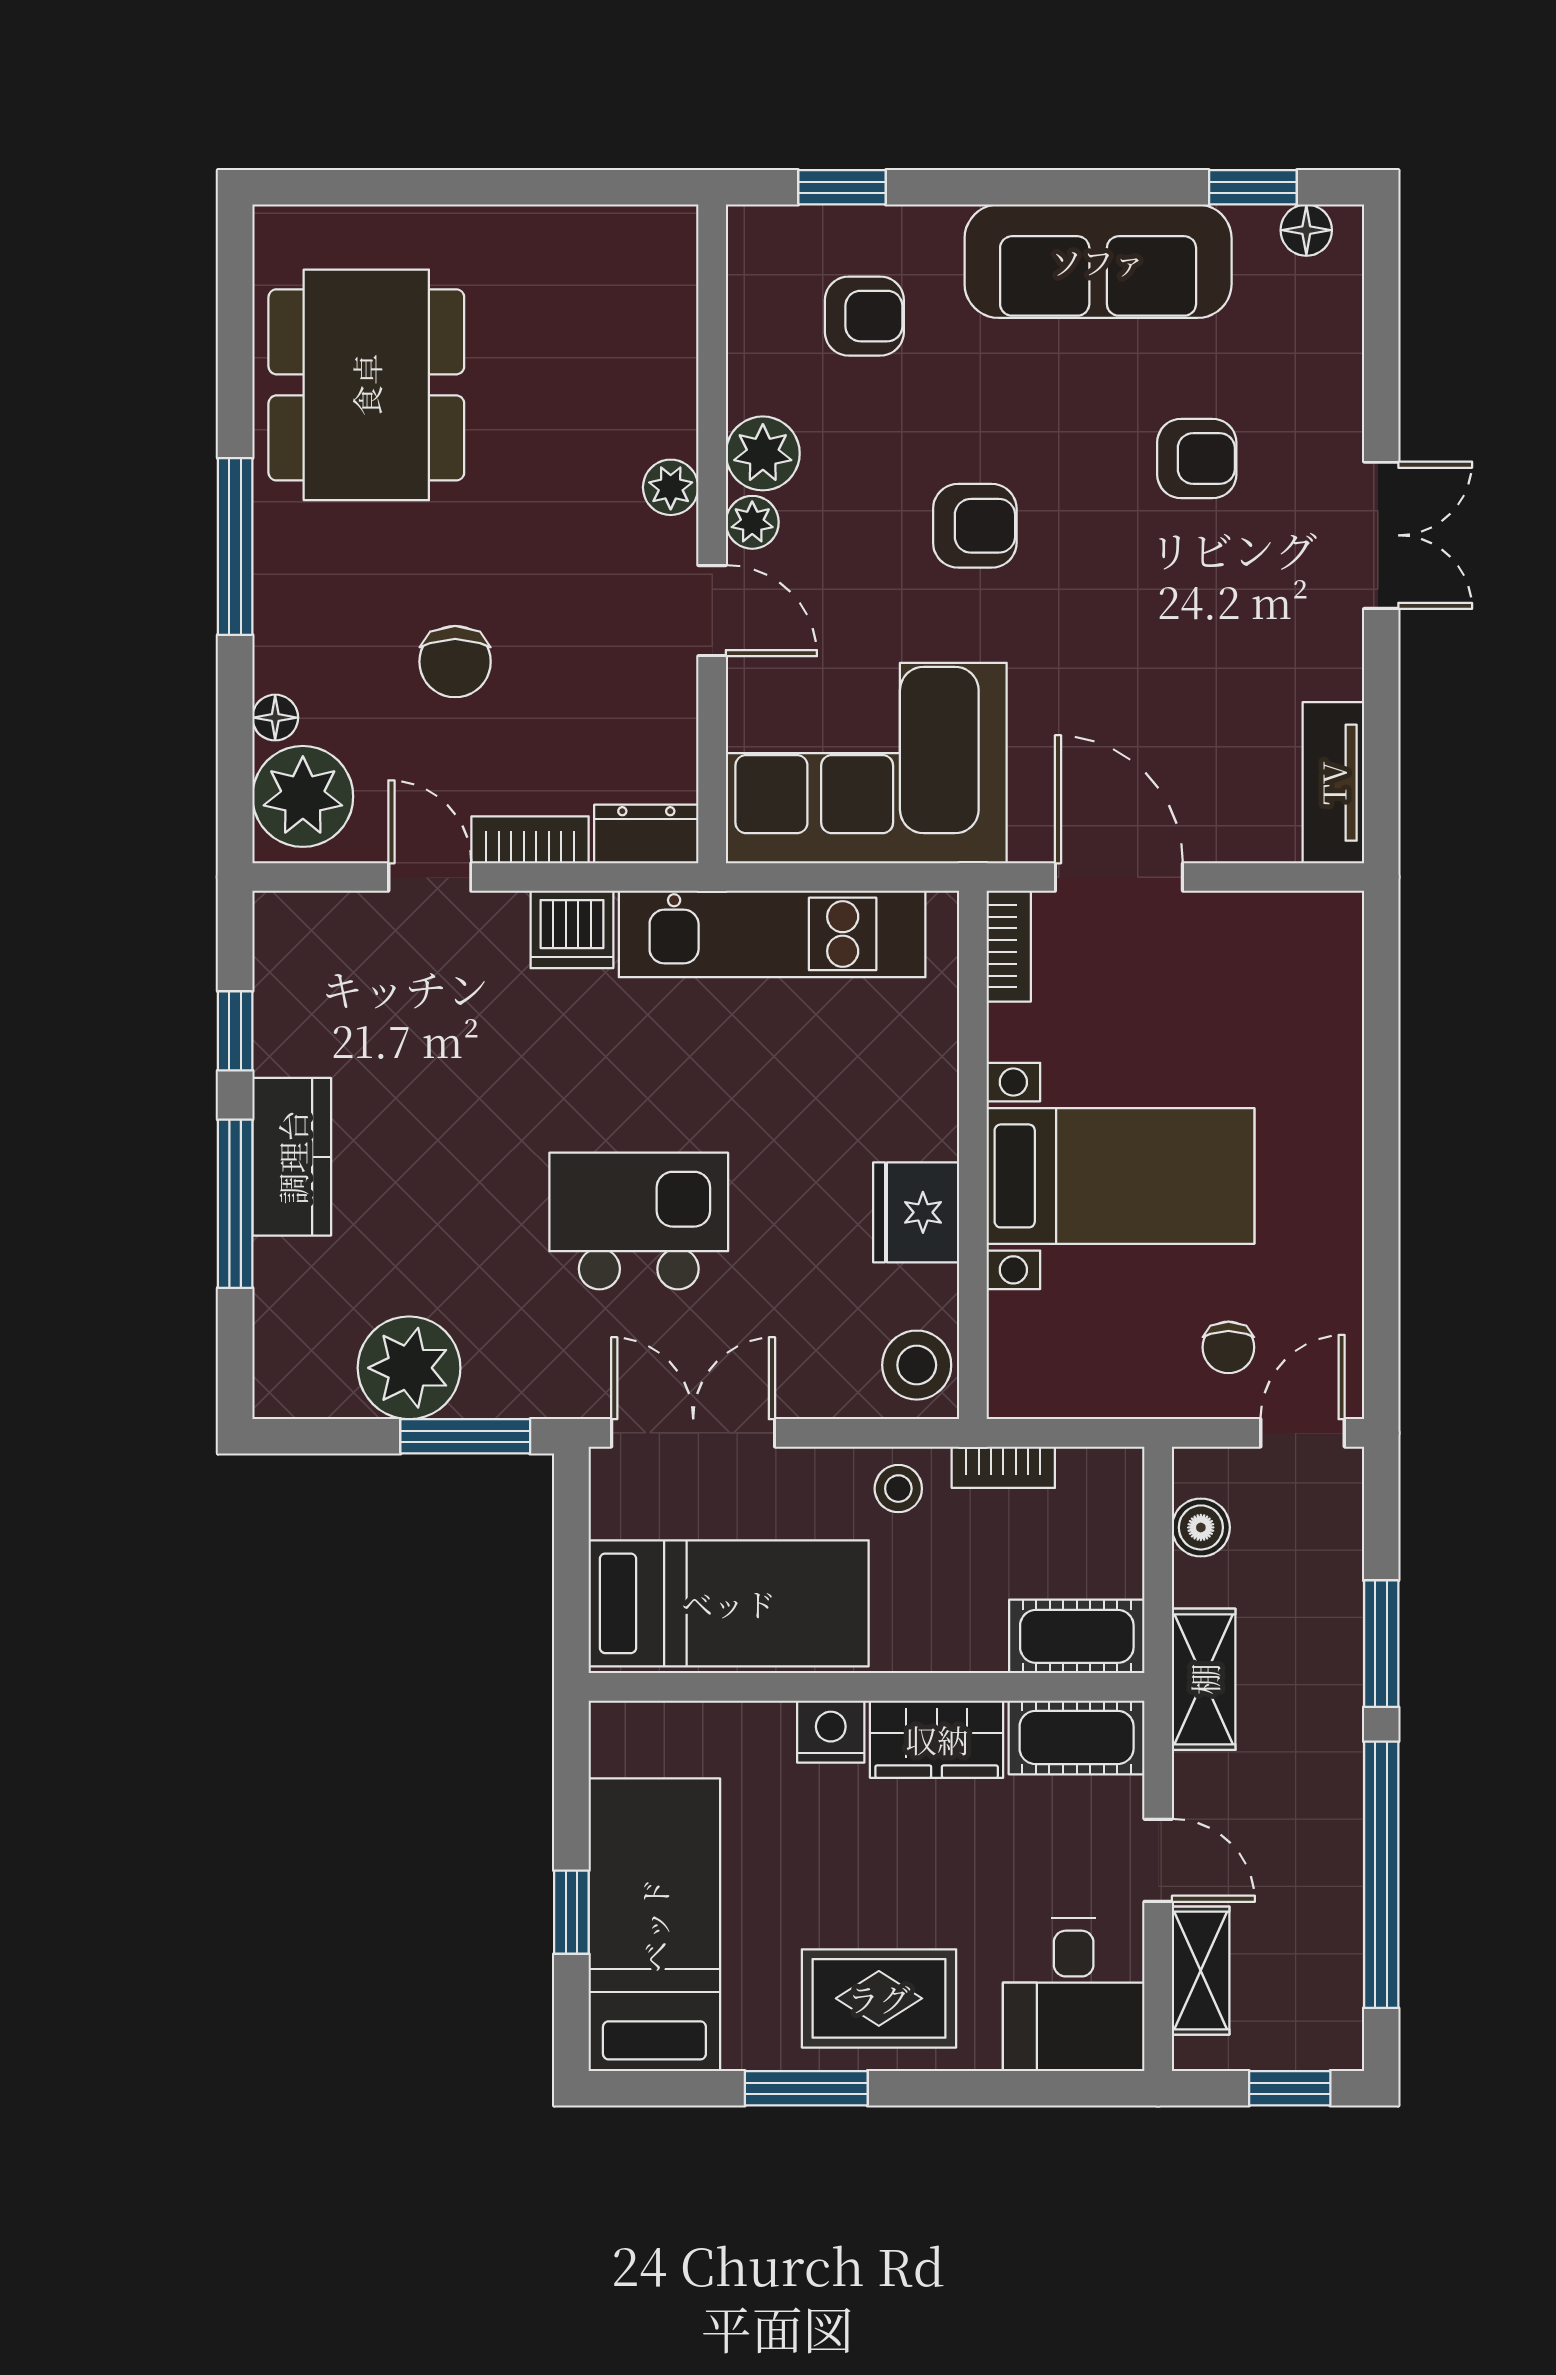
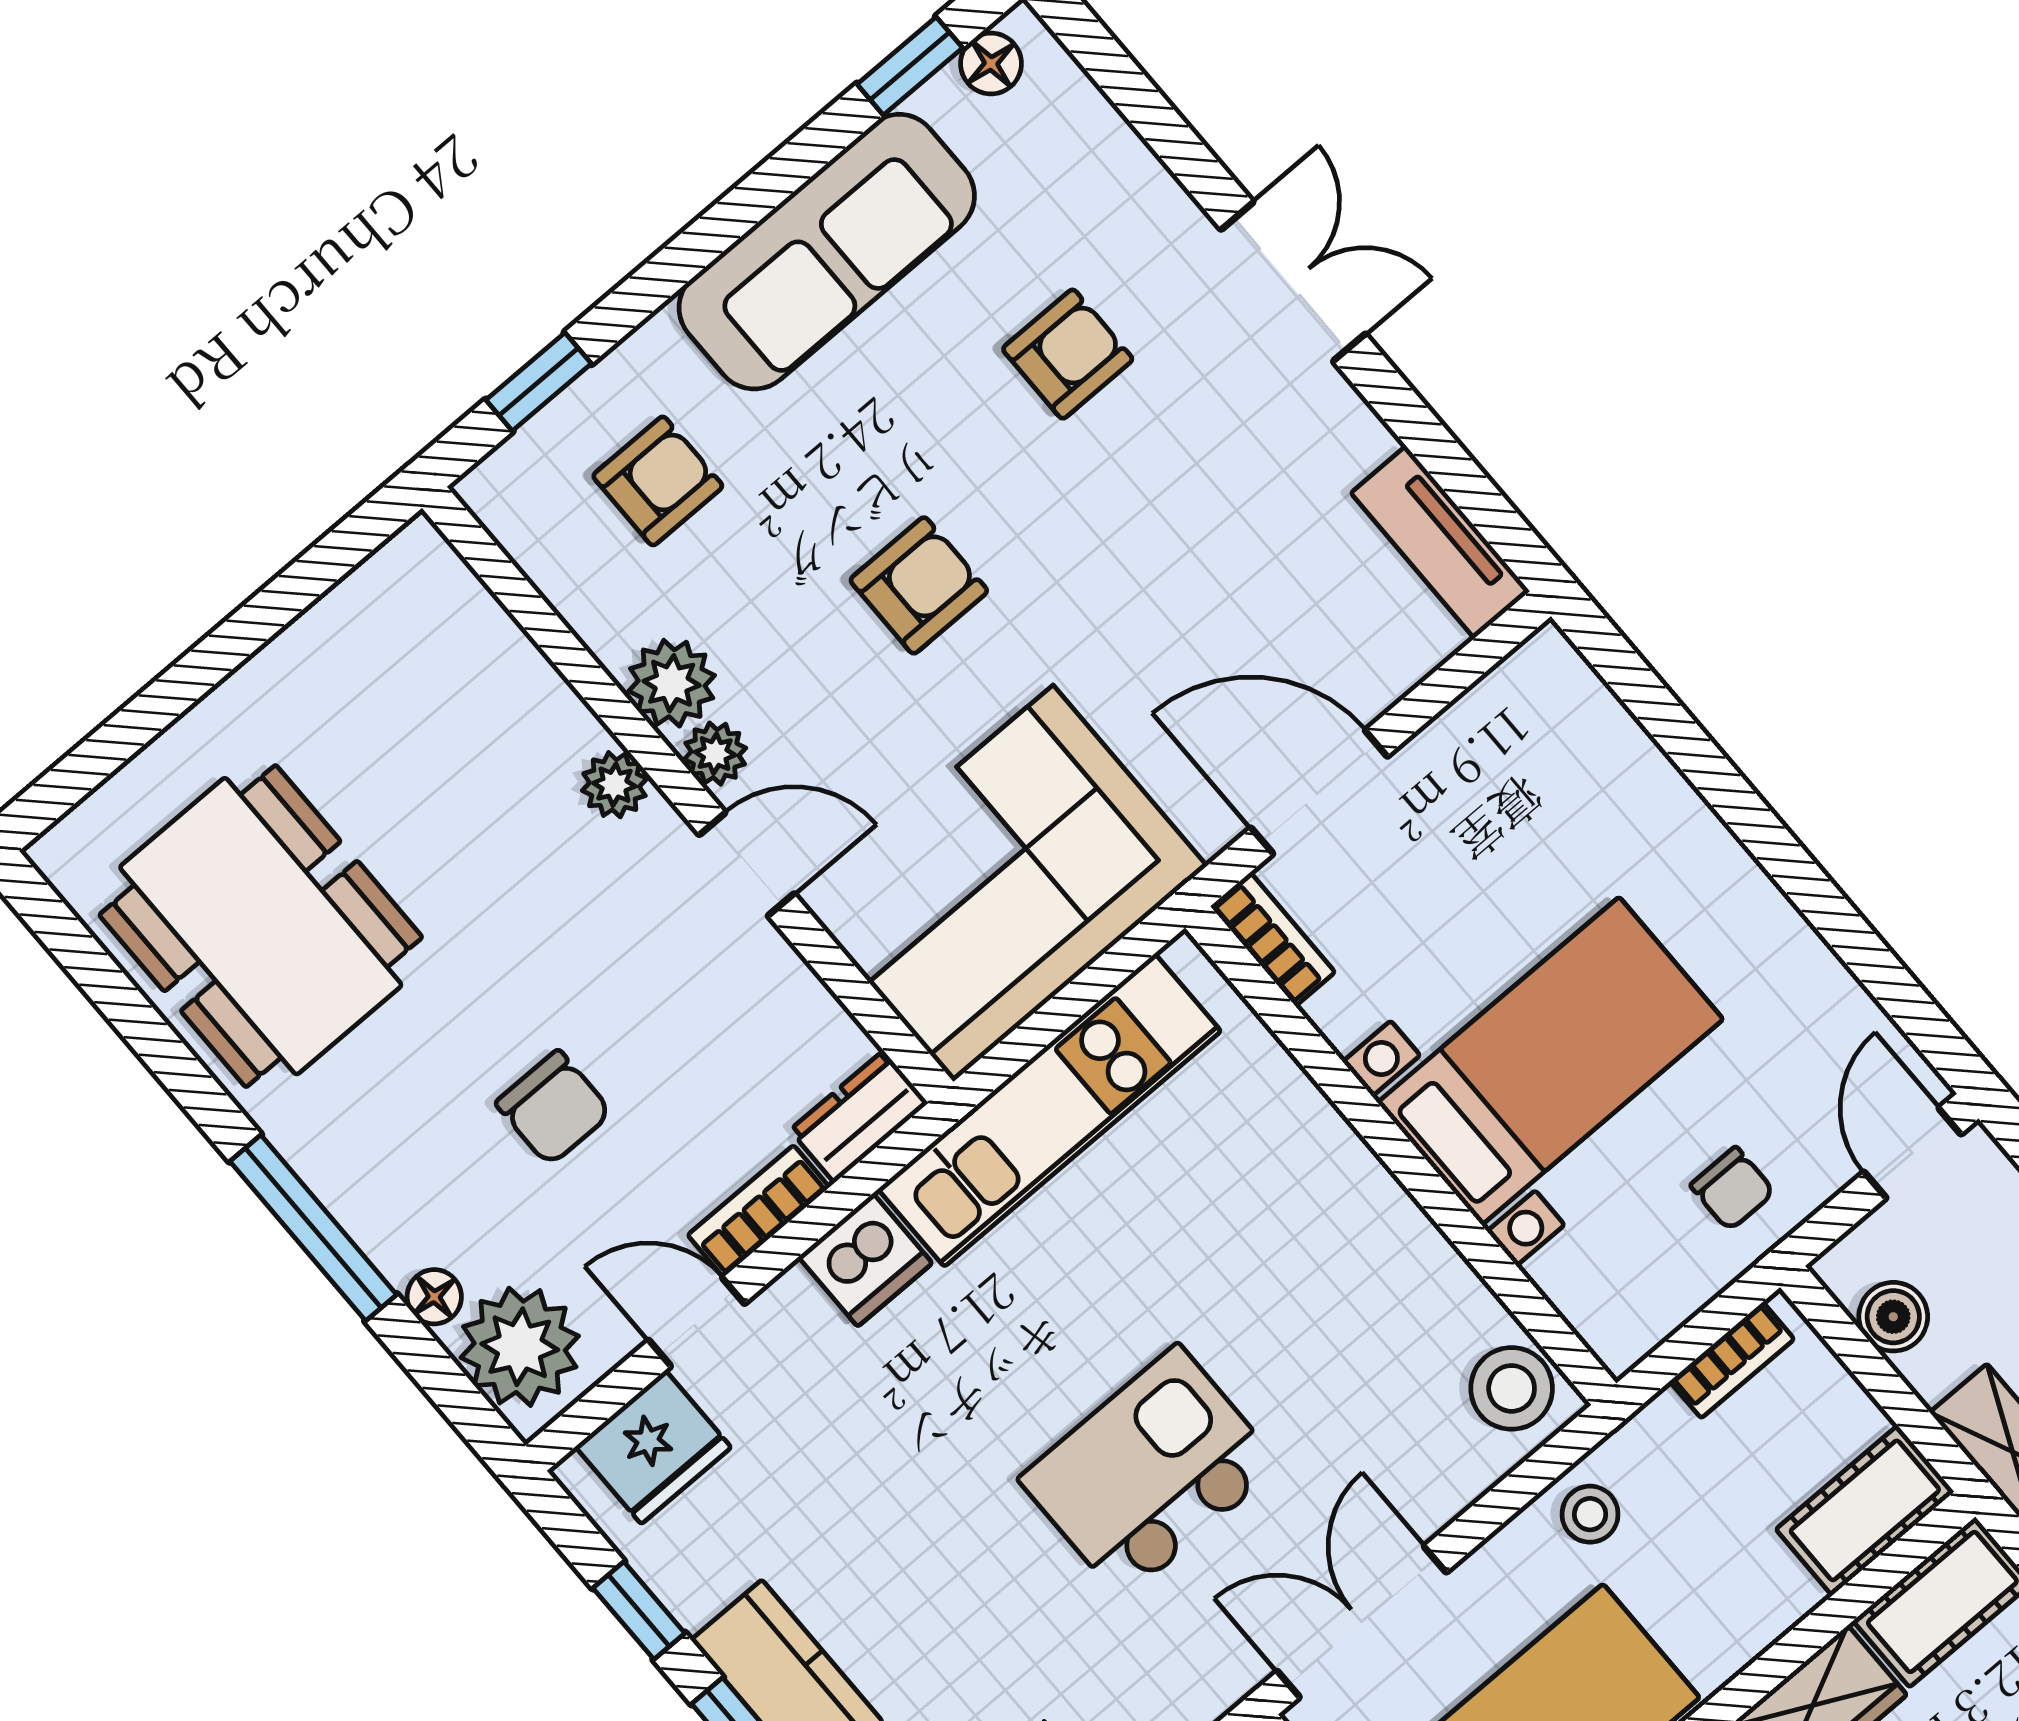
window: (235, 546) -> (313, 1228), moved
fridge: (916, 1212) -> (653, 1447), moved, turned -90
chair: (1228, 1347) -> (1732, 1189), moved
bookcase: (1003, 1467) -> (1732, 1360), moved

